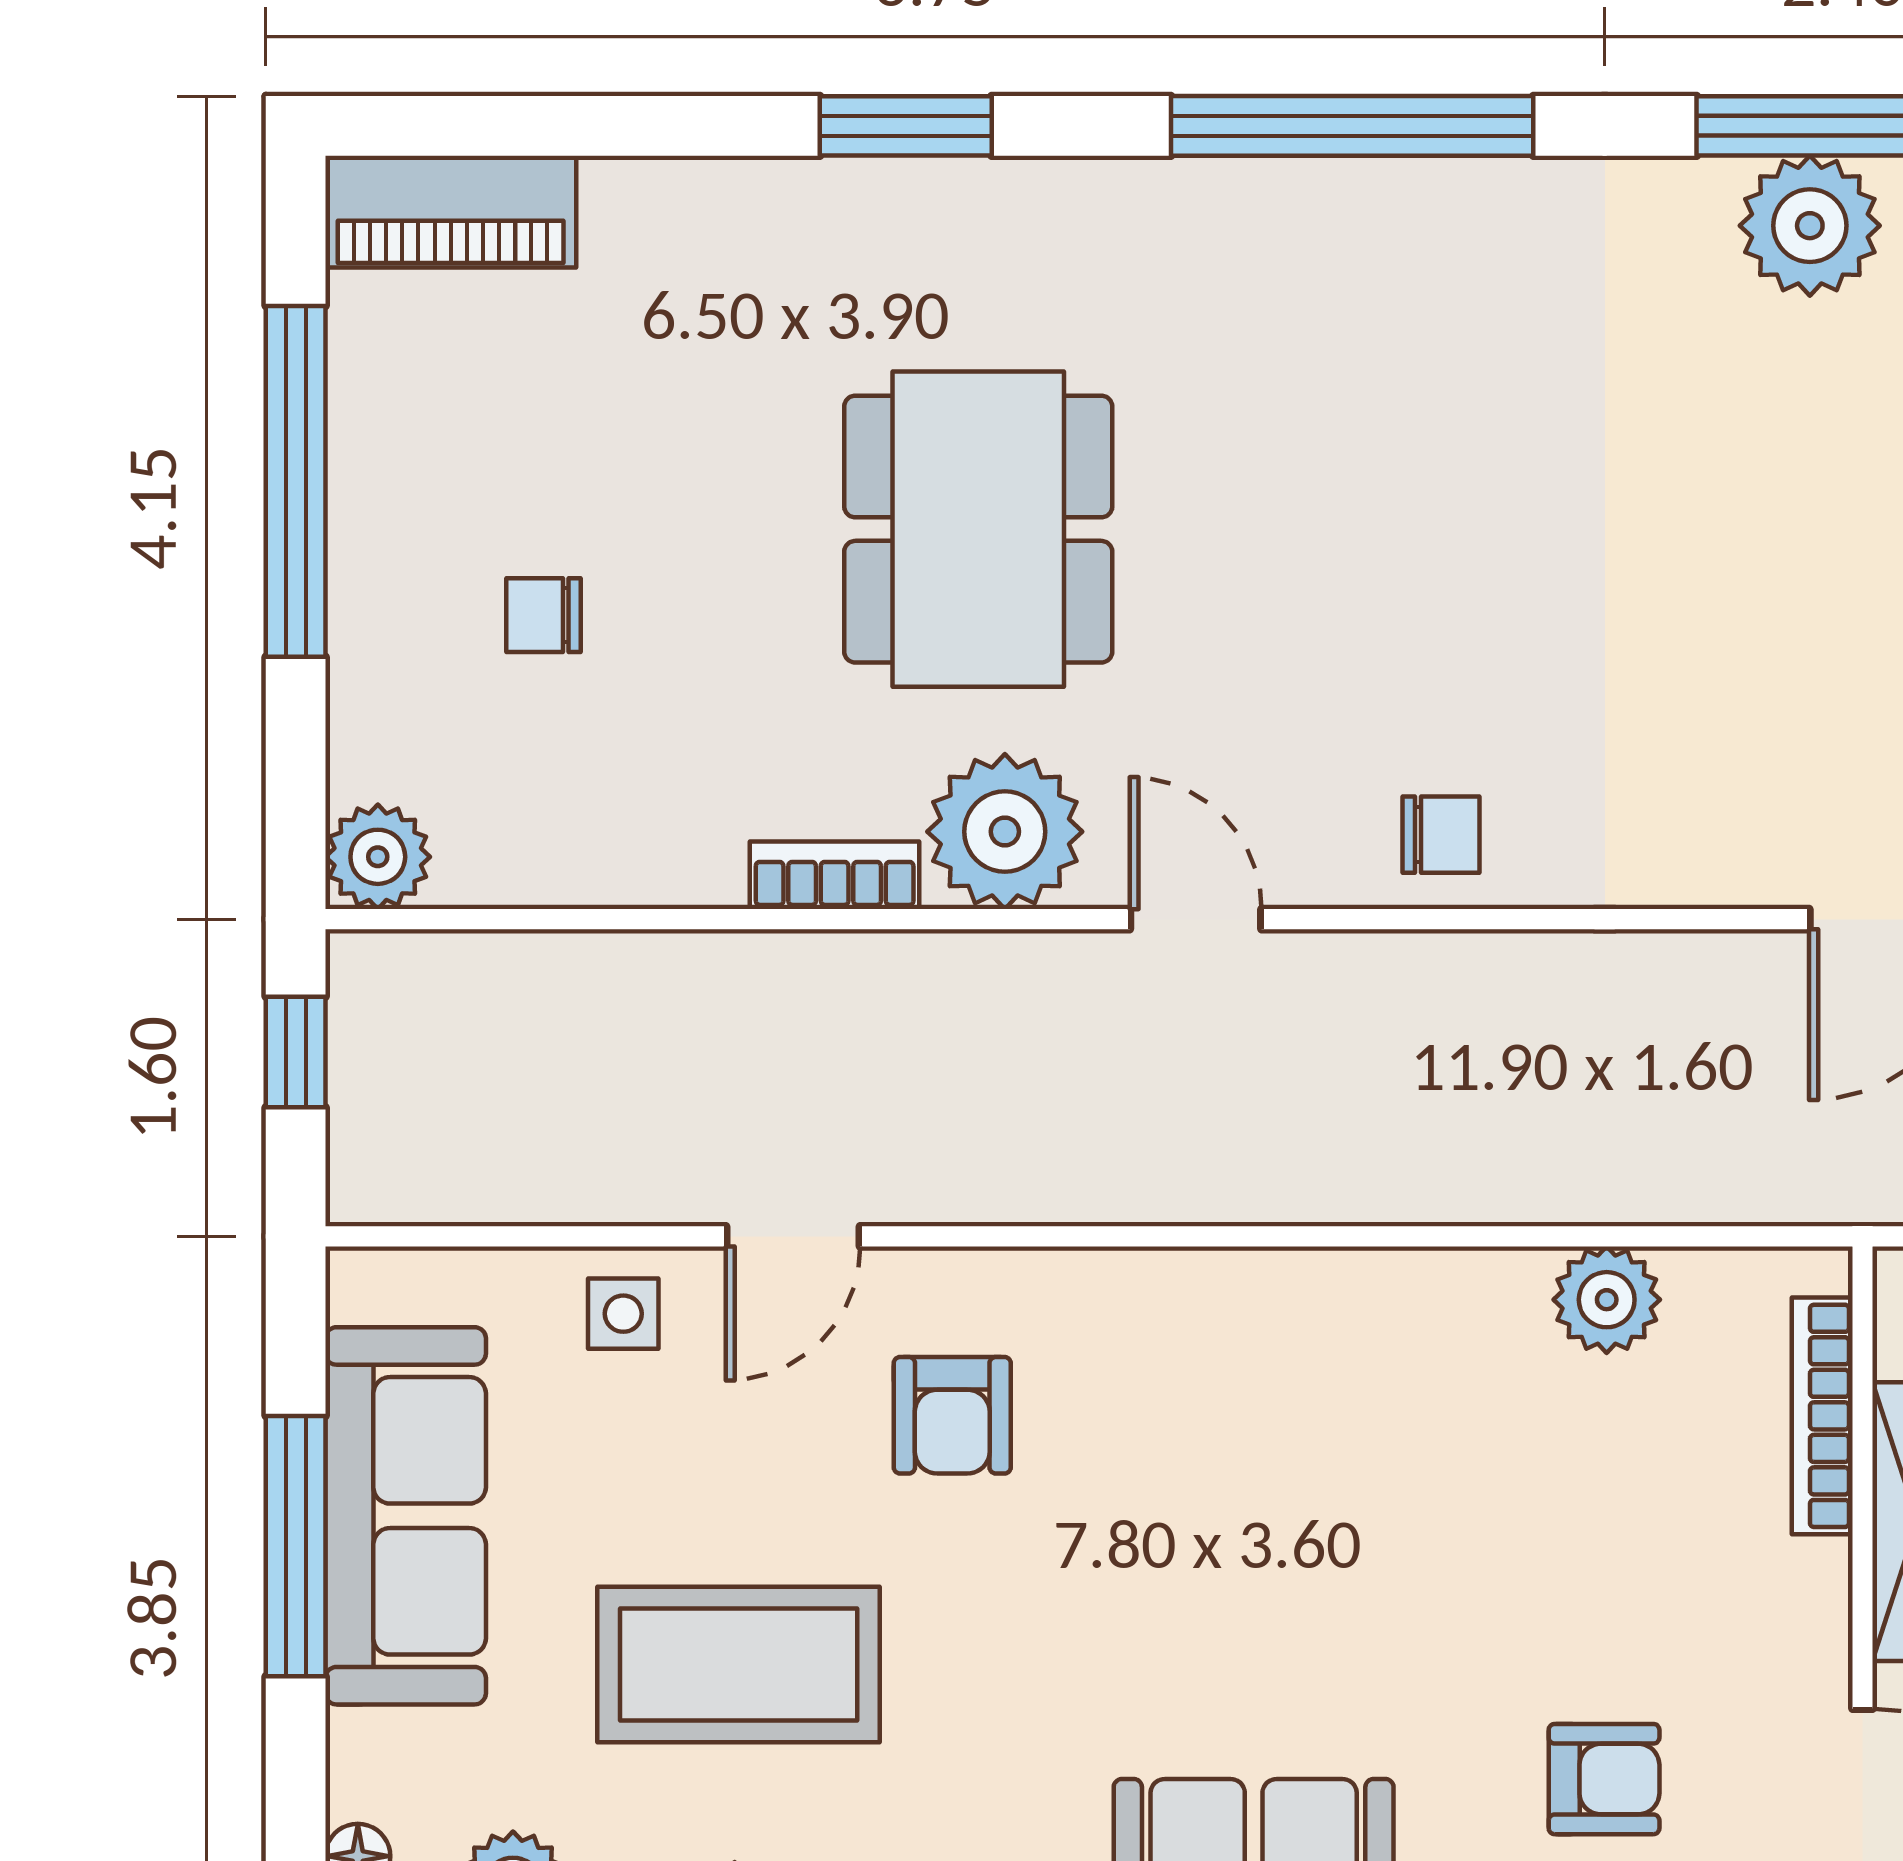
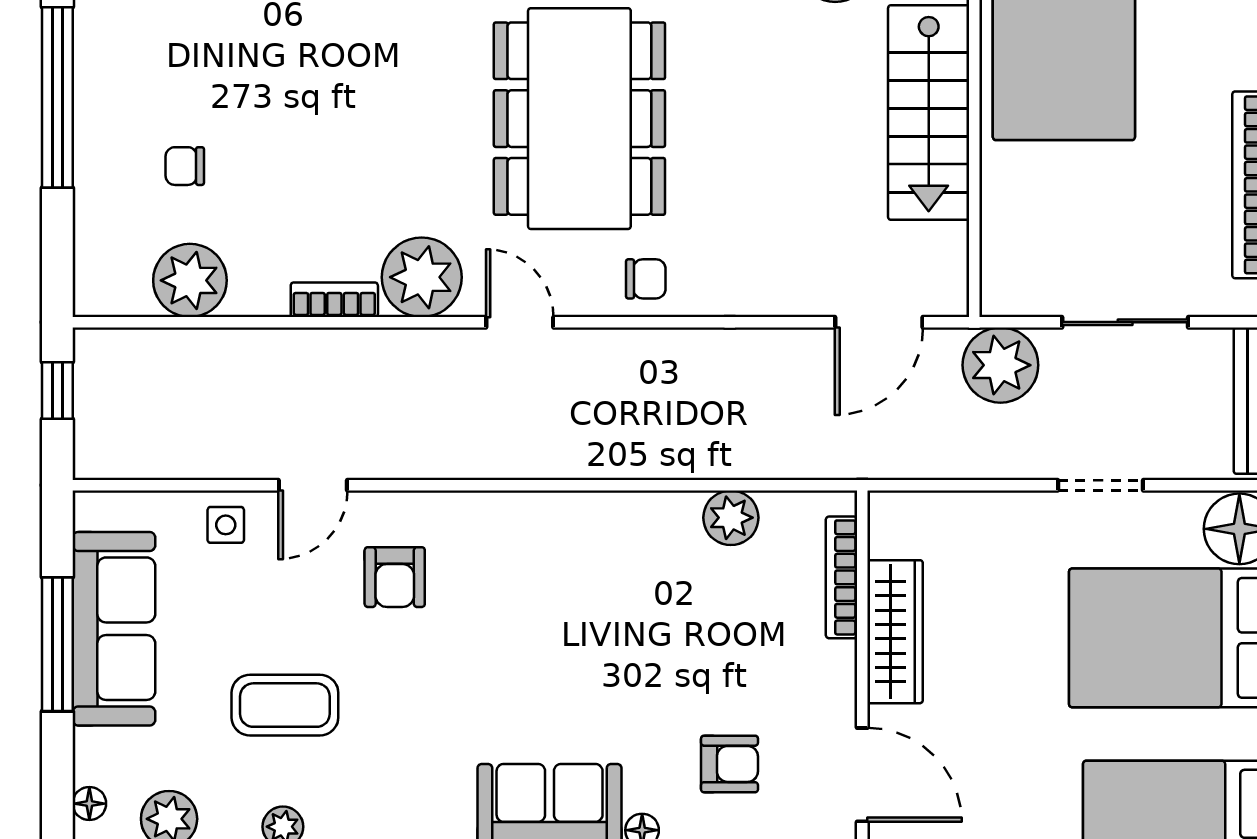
dining table: (978, 529) -> (579, 119), moved, width x1.36, depth x1.24
plant: (378, 857) -> (190, 280), moved, width x1.36, depth x1.36
coffee table: (739, 1664) -> (285, 705), width x0.73, depth x0.76

